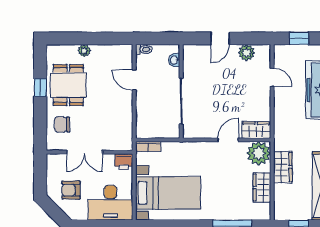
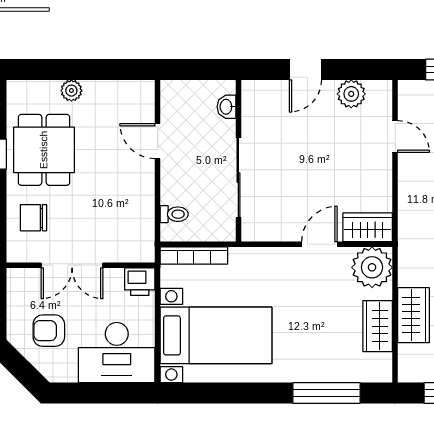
toilet: (144, 49) -> (174, 214), moved
bookcase: (148, 146) -> (194, 256), width x1.56
wardrobe: (283, 167) -> (414, 315), moved

